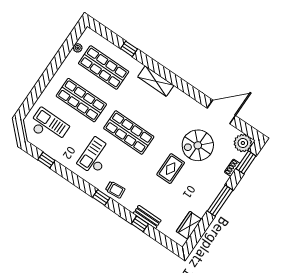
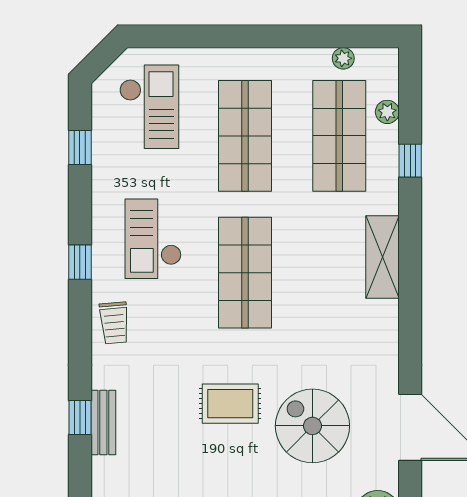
plant: (107, 45) -> (387, 112), added
checkout: (95, 156) -> (153, 239), turned -90
window: (101, 197) -> (80, 262), moved

